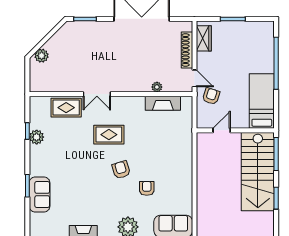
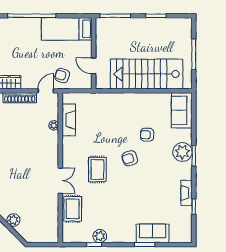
plant: (42, 56) -> (13, 220), moved
stairs: (258, 172) -> (147, 74), moved, turned 180

